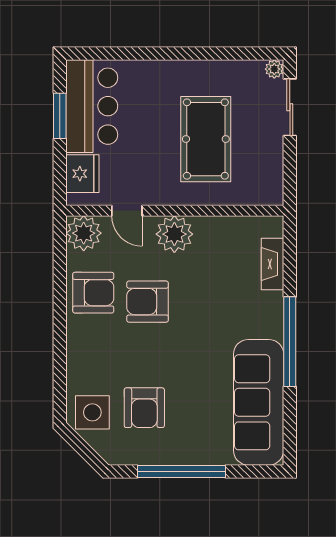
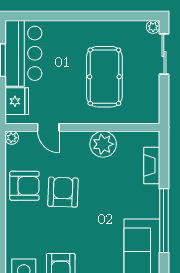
plant: (84, 233) -> (12, 138), width x0.53, depth x0.53
plant: (174, 234) -> (103, 144), moved
armchair: (148, 302) -> (63, 192), turned 92

